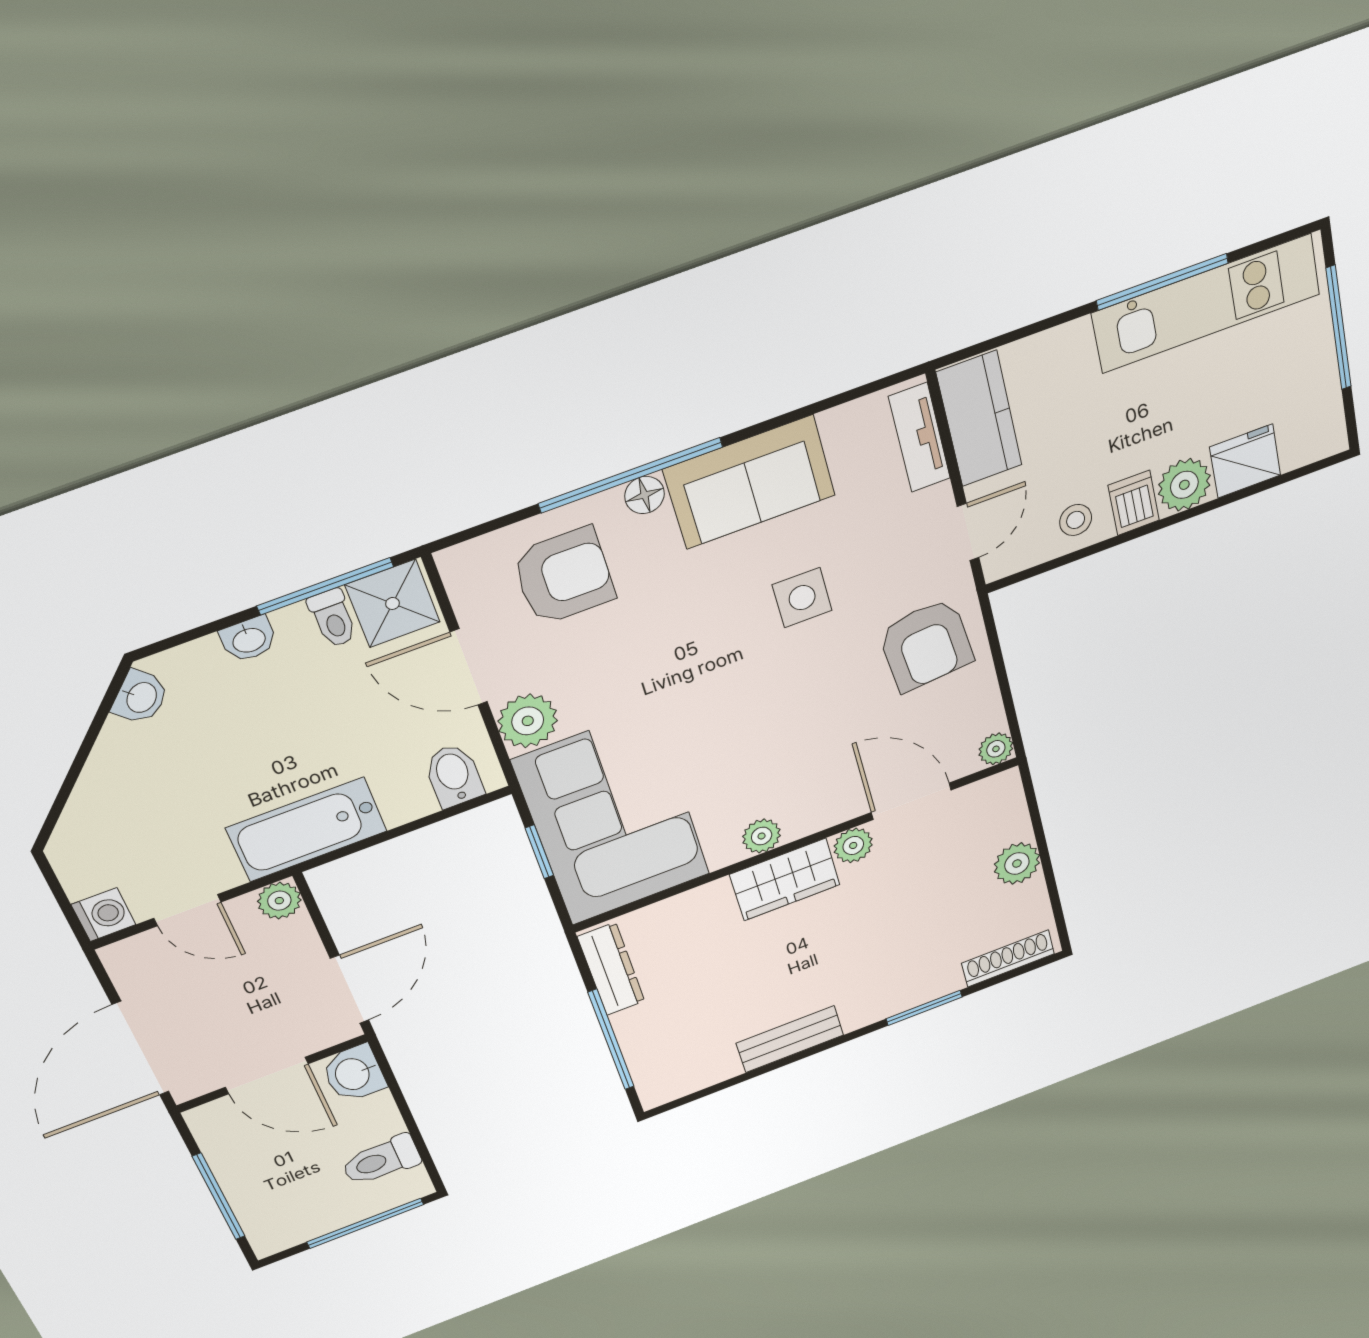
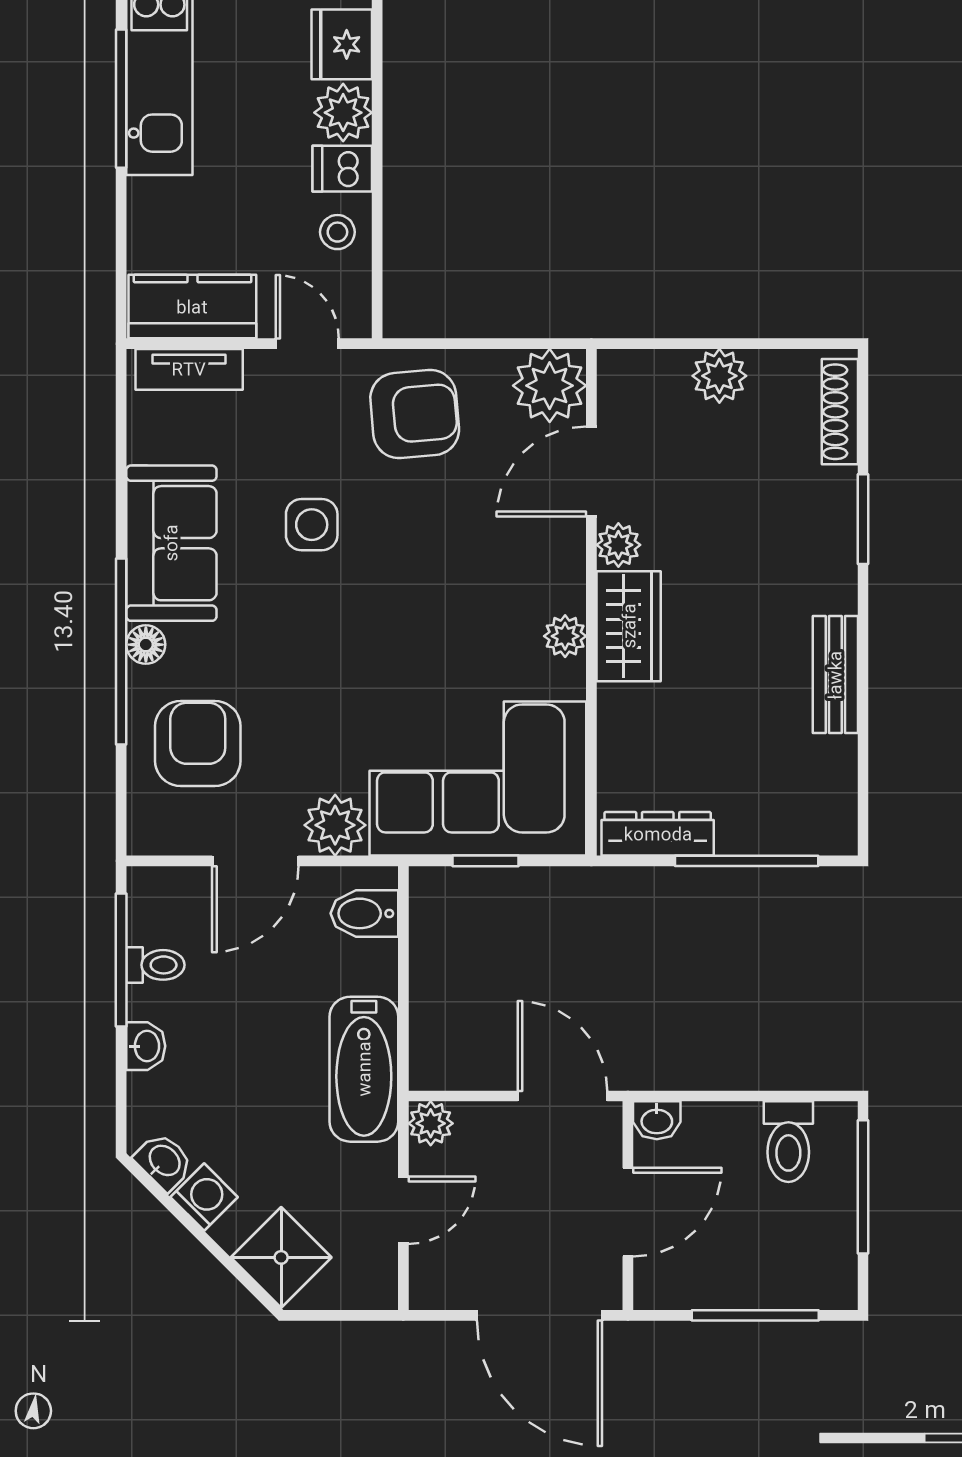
shower: (393, 603) -> (281, 1257), moved, turned 45
plant: (996, 749) -> (550, 386), width x1.87, depth x1.87
washing machine: (104, 915) -> (204, 1197), moved, turned 45
washbasin: (354, 1074) -> (657, 1120), width x0.72, depth x0.69

